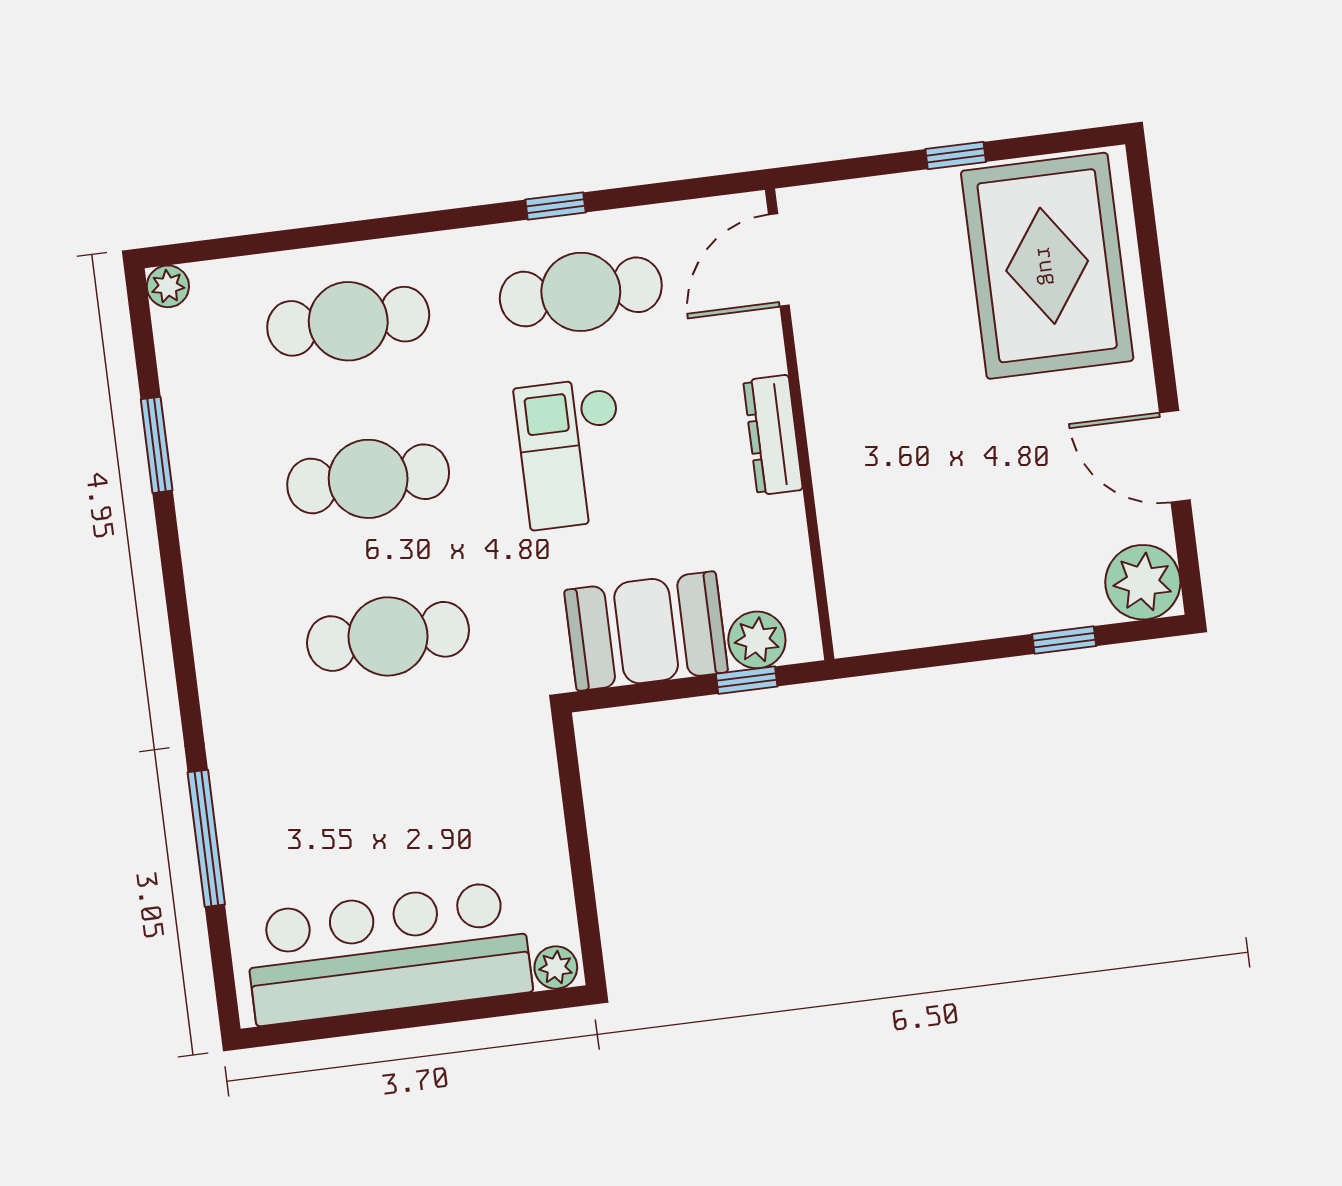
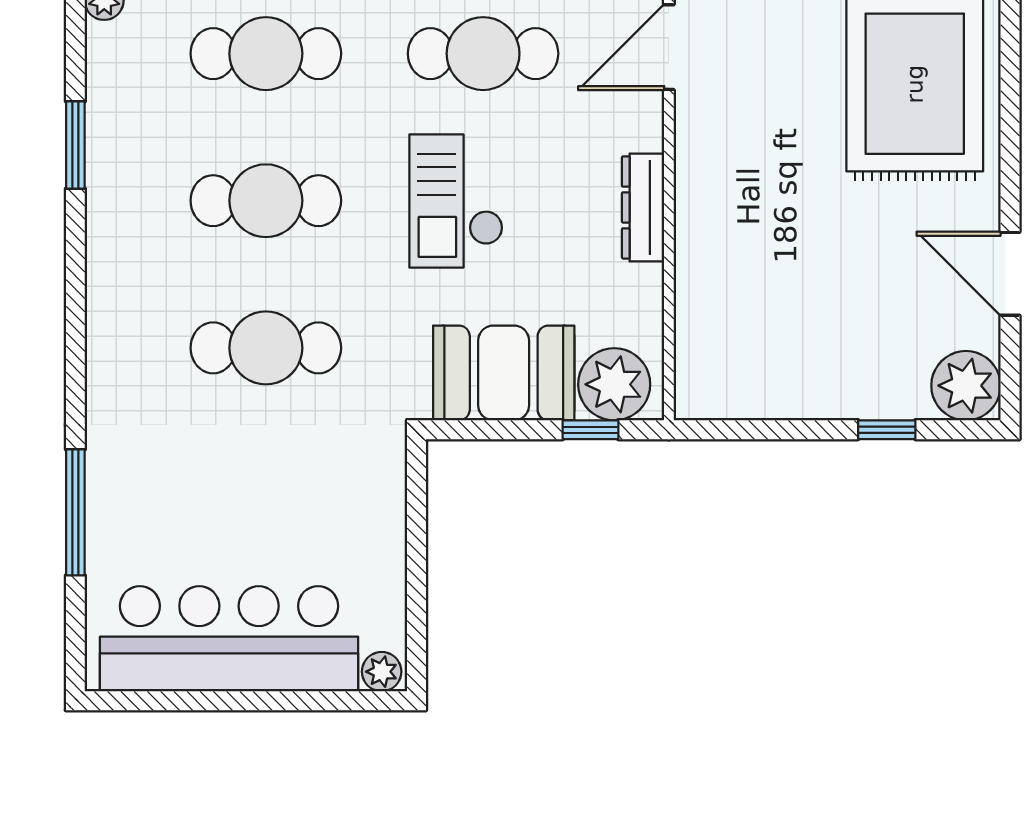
plant: (757, 640) -> (614, 384), width x1.36, depth x1.36

